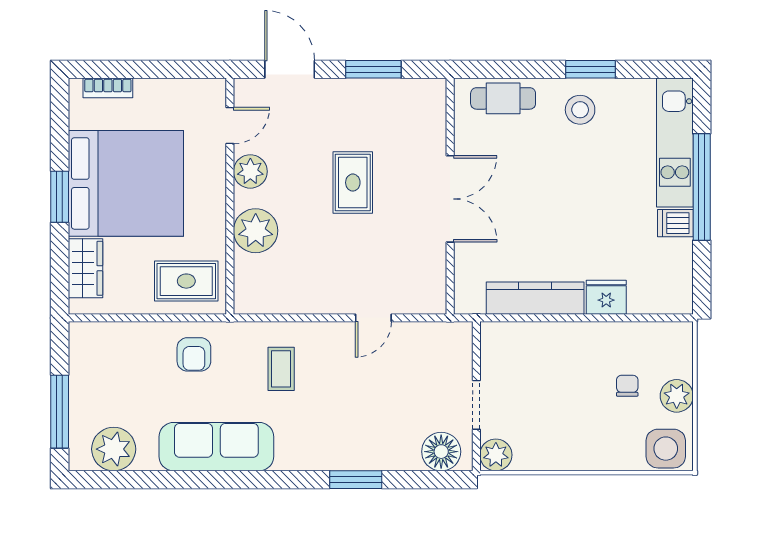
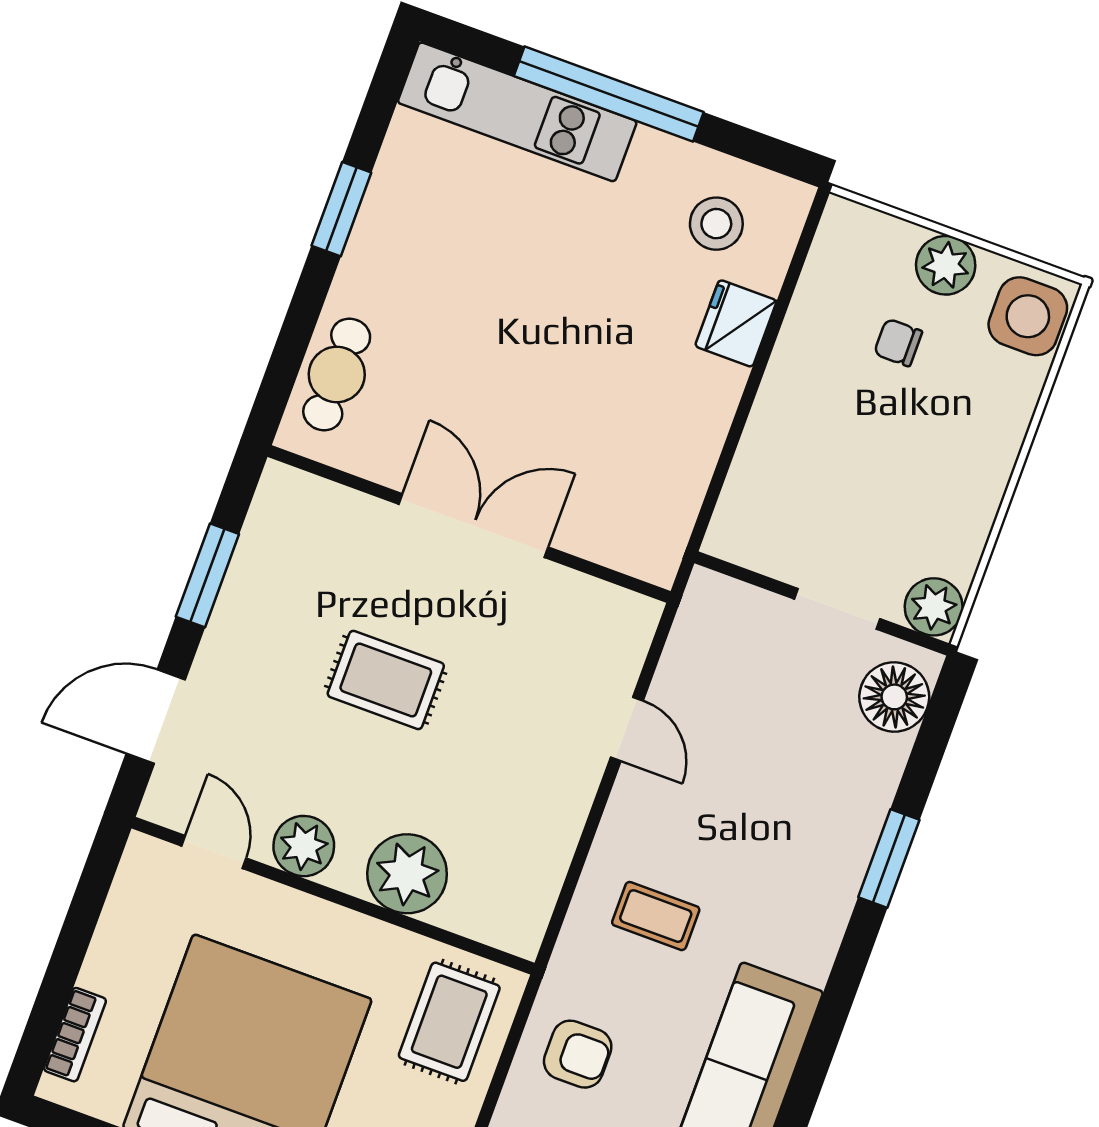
stool: (580, 110) -> (716, 224), moved
dishwasher: (675, 223) -> (653, 161), removed
kitchen counter: (535, 298) -> (693, 444), removed

